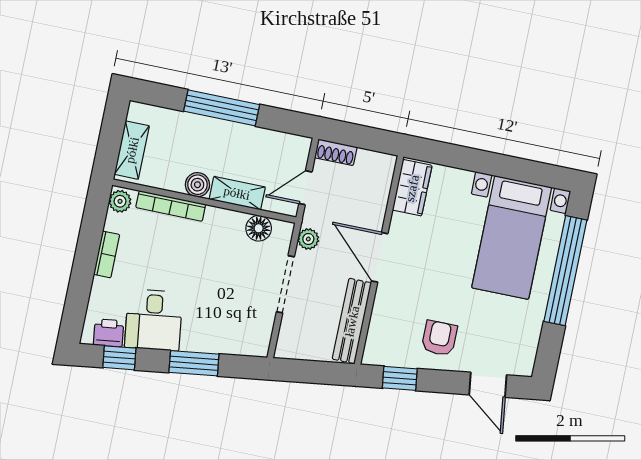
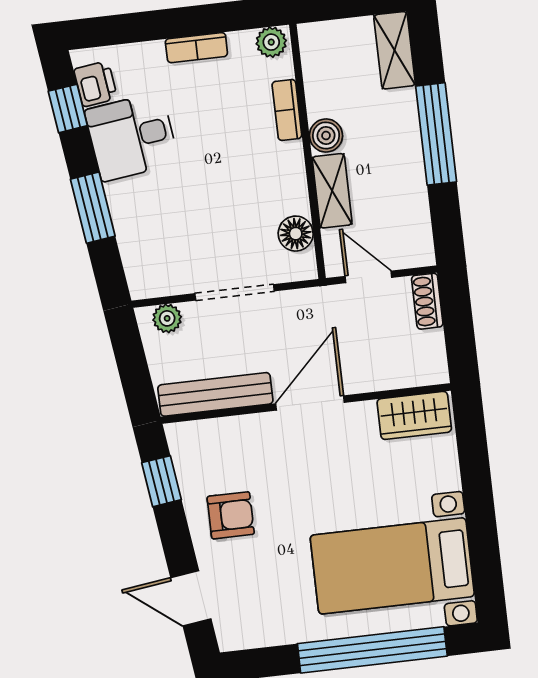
shelving: (132, 150) -> (395, 50), moved, turned 90
bookcase: (171, 206) -> (287, 110), width x0.64
plant: (308, 239) -> (167, 318), moved
door: (488, 385) -> (191, 598), hinge flipped

